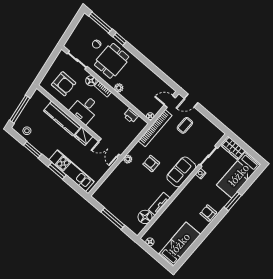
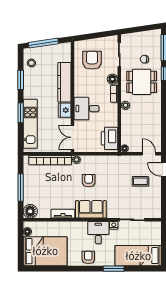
armchair: (64, 84) -> (92, 60), turned 180
desk: (85, 109) -> (87, 109), moved
printer: (131, 116) -> (110, 138), width x1.87, depth x1.48
bookcase: (155, 128) -> (50, 160), moved
wardrobe: (233, 148) -> (155, 234), removed
sofa: (181, 172) -> (91, 209), moved
desk: (196, 190) -> (98, 233), added
floor lamp: (145, 217) -> (30, 211), moved
bed: (180, 244) -> (45, 251), width x1.50

